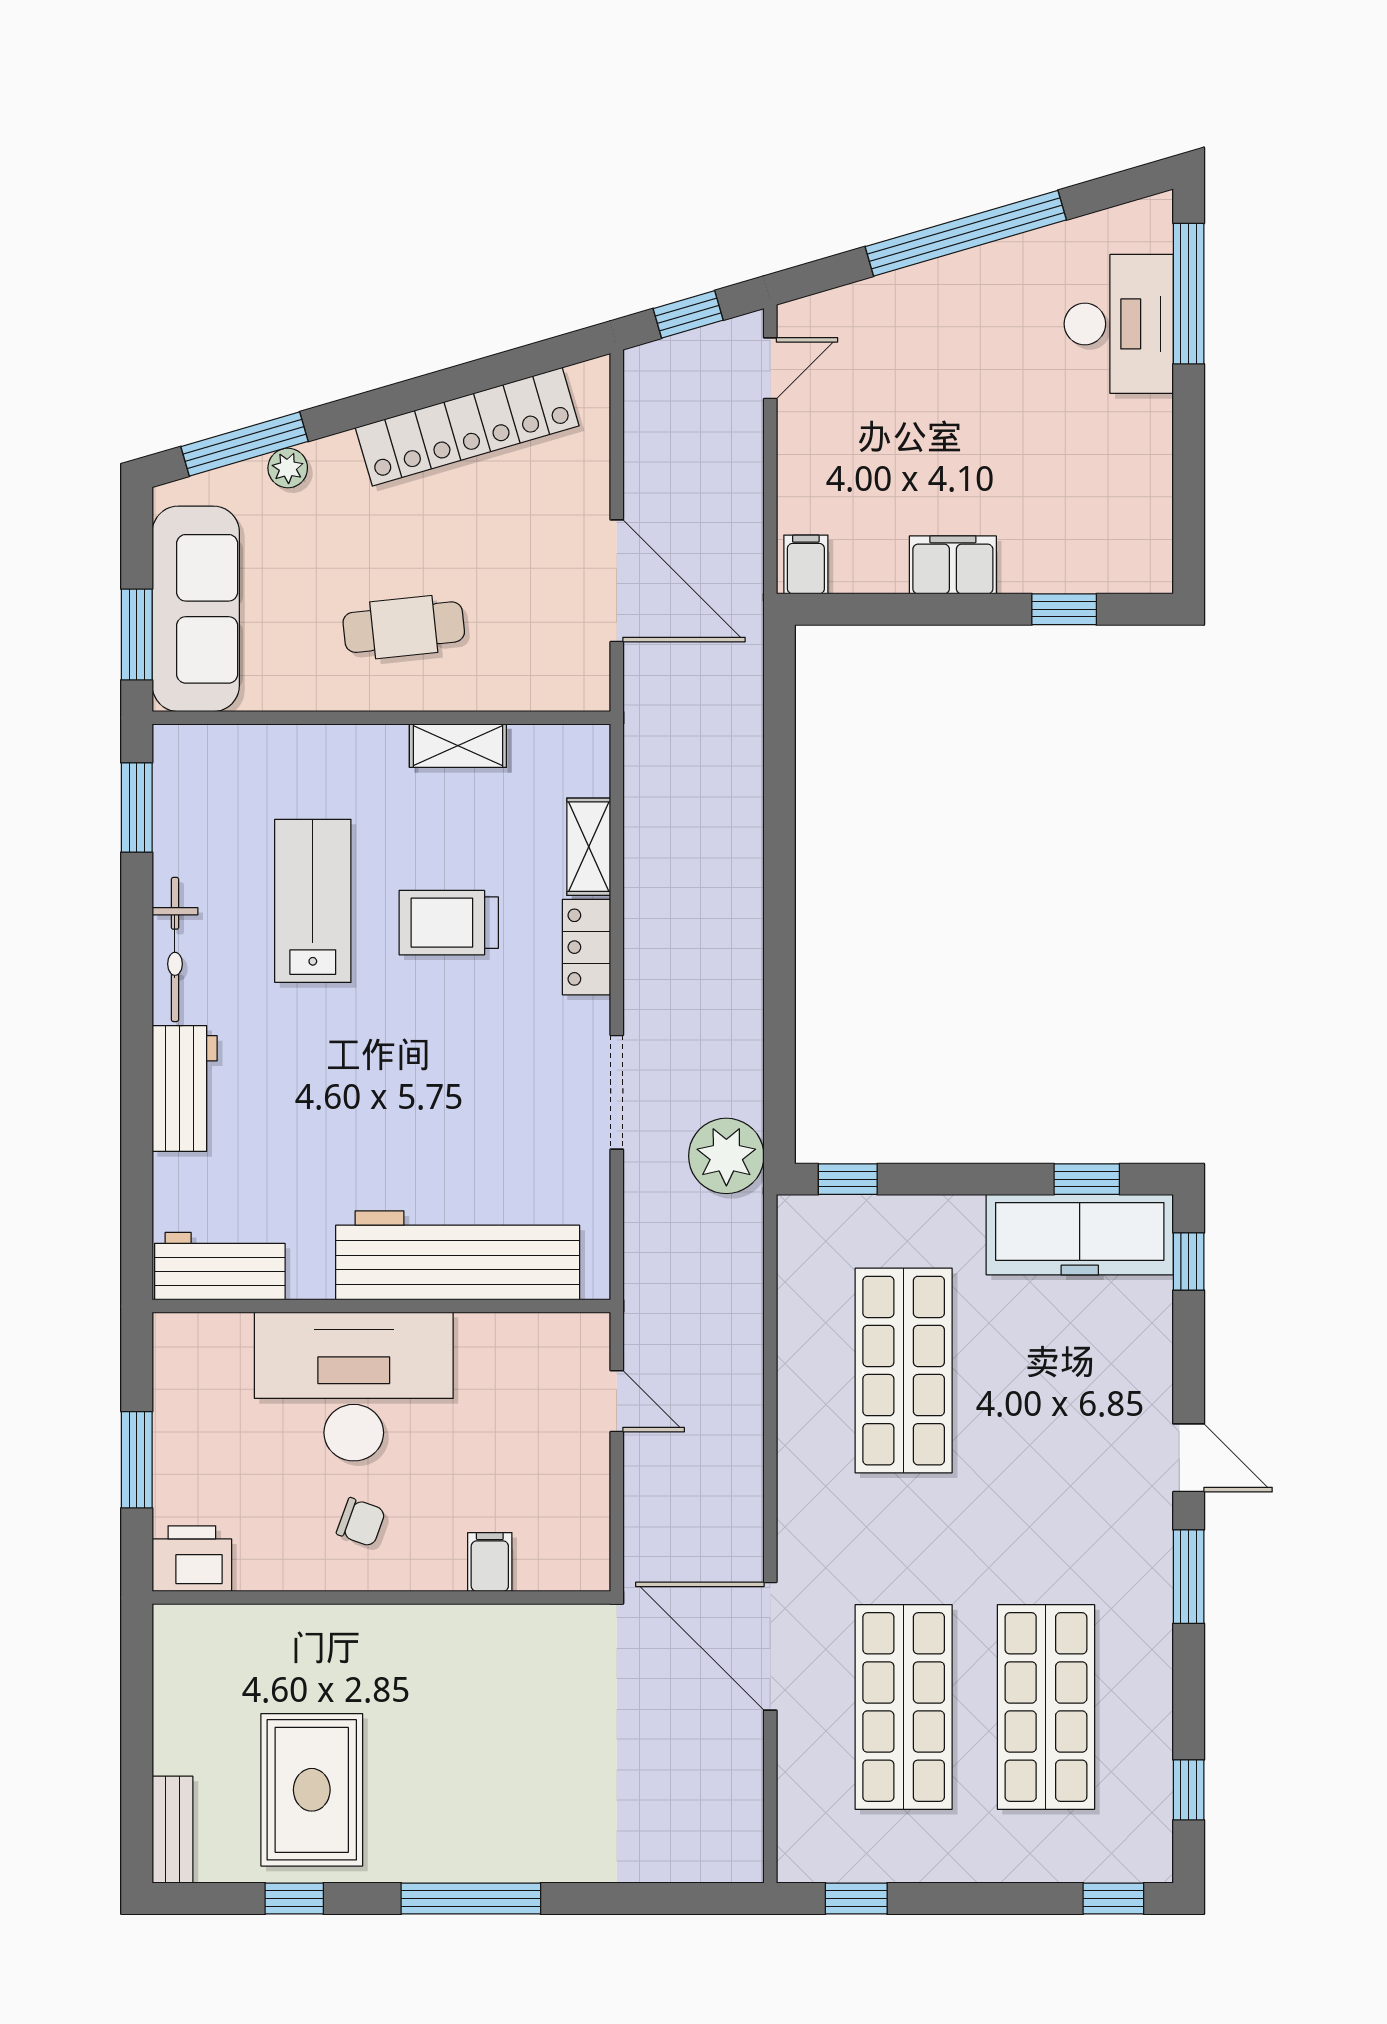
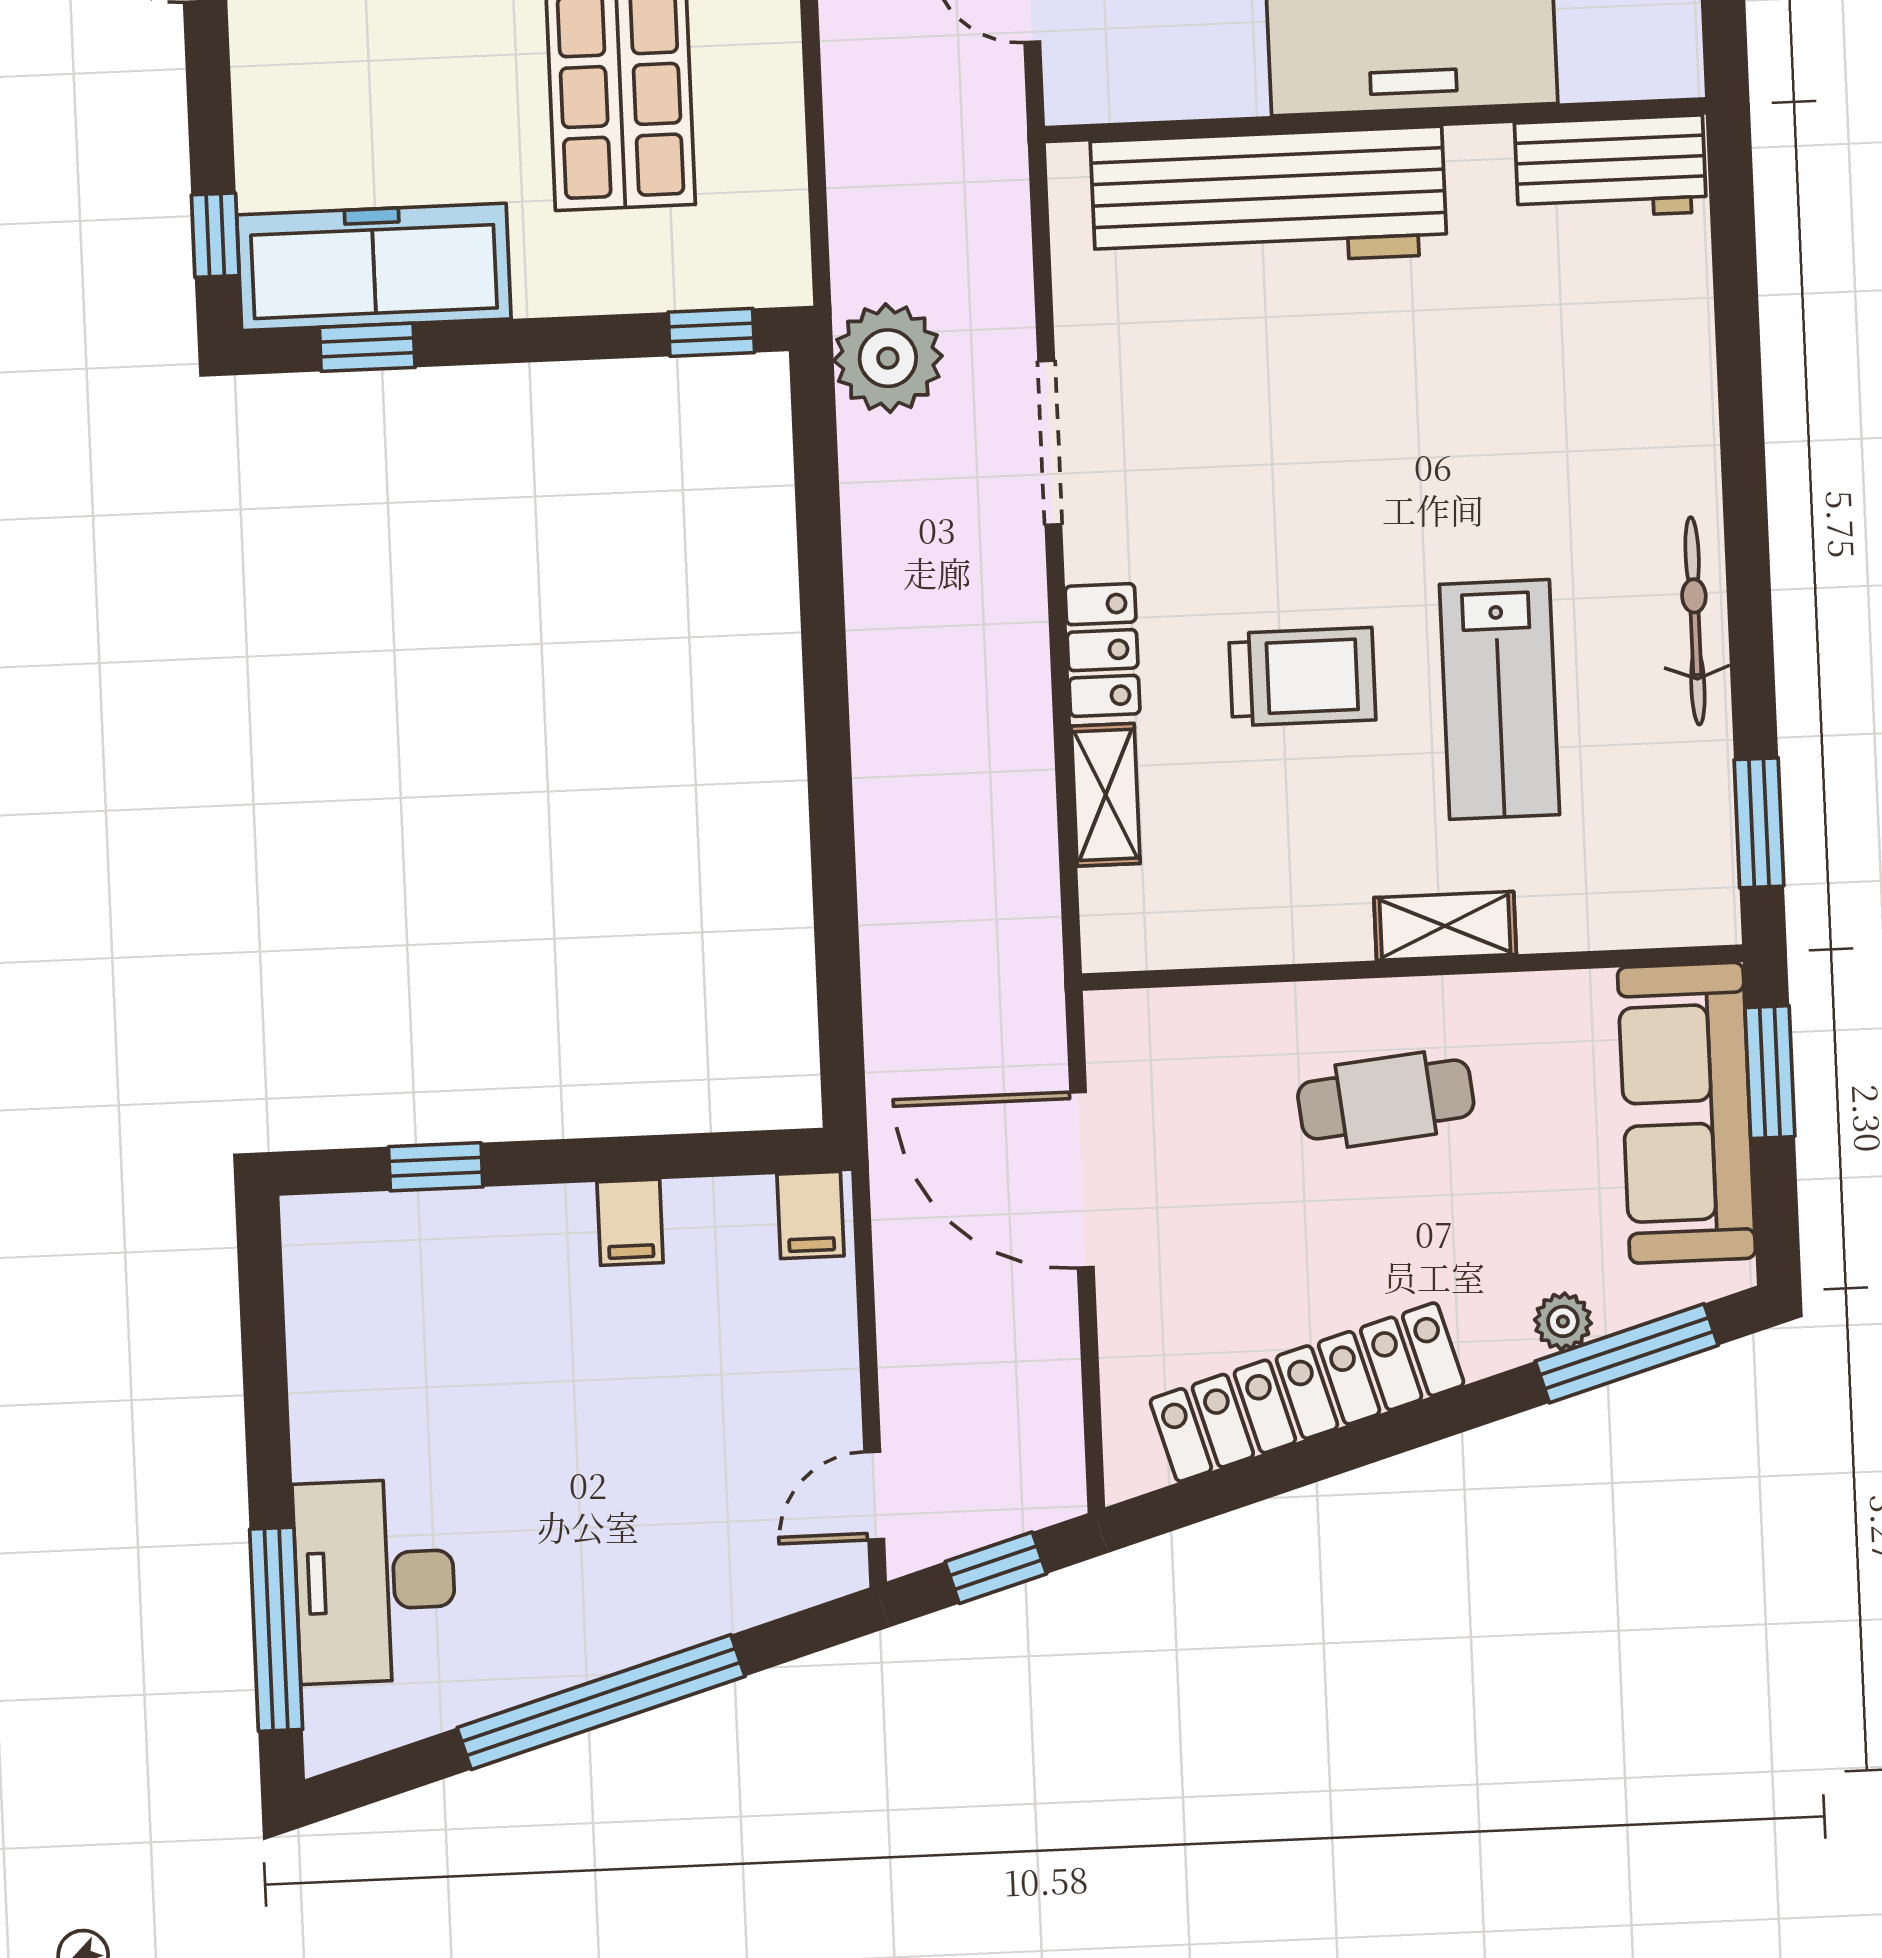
filing cabinet: (953, 565) -> (630, 1222), width x0.50
shelving: (458, 746) -> (1445, 926), moved
workbench: (185, 1088) -> (1672, 421), removed

